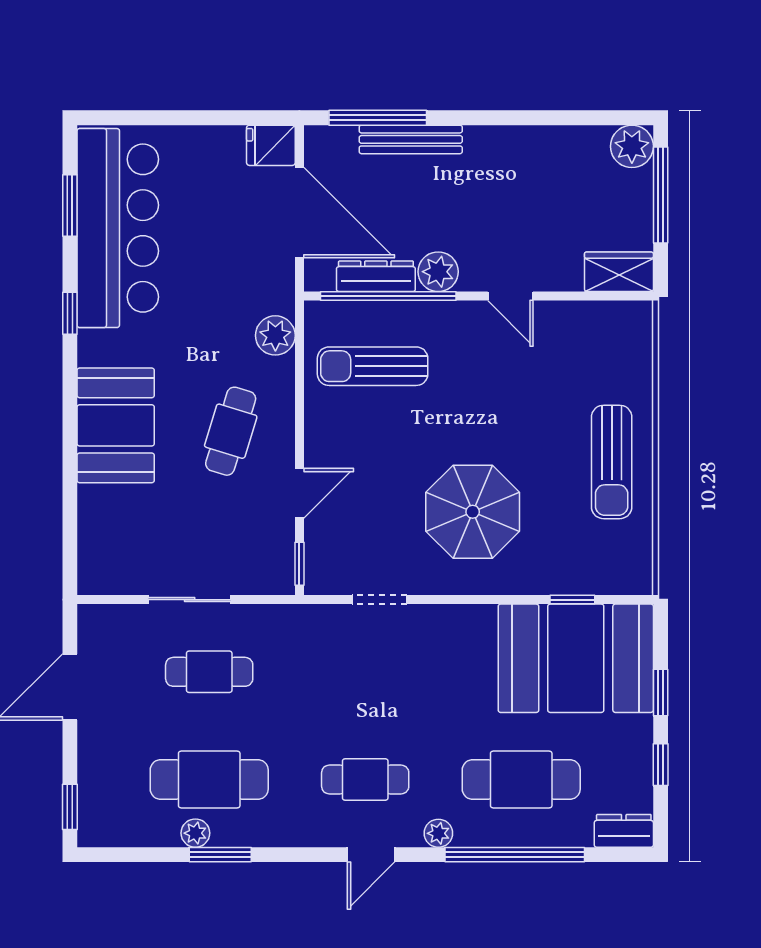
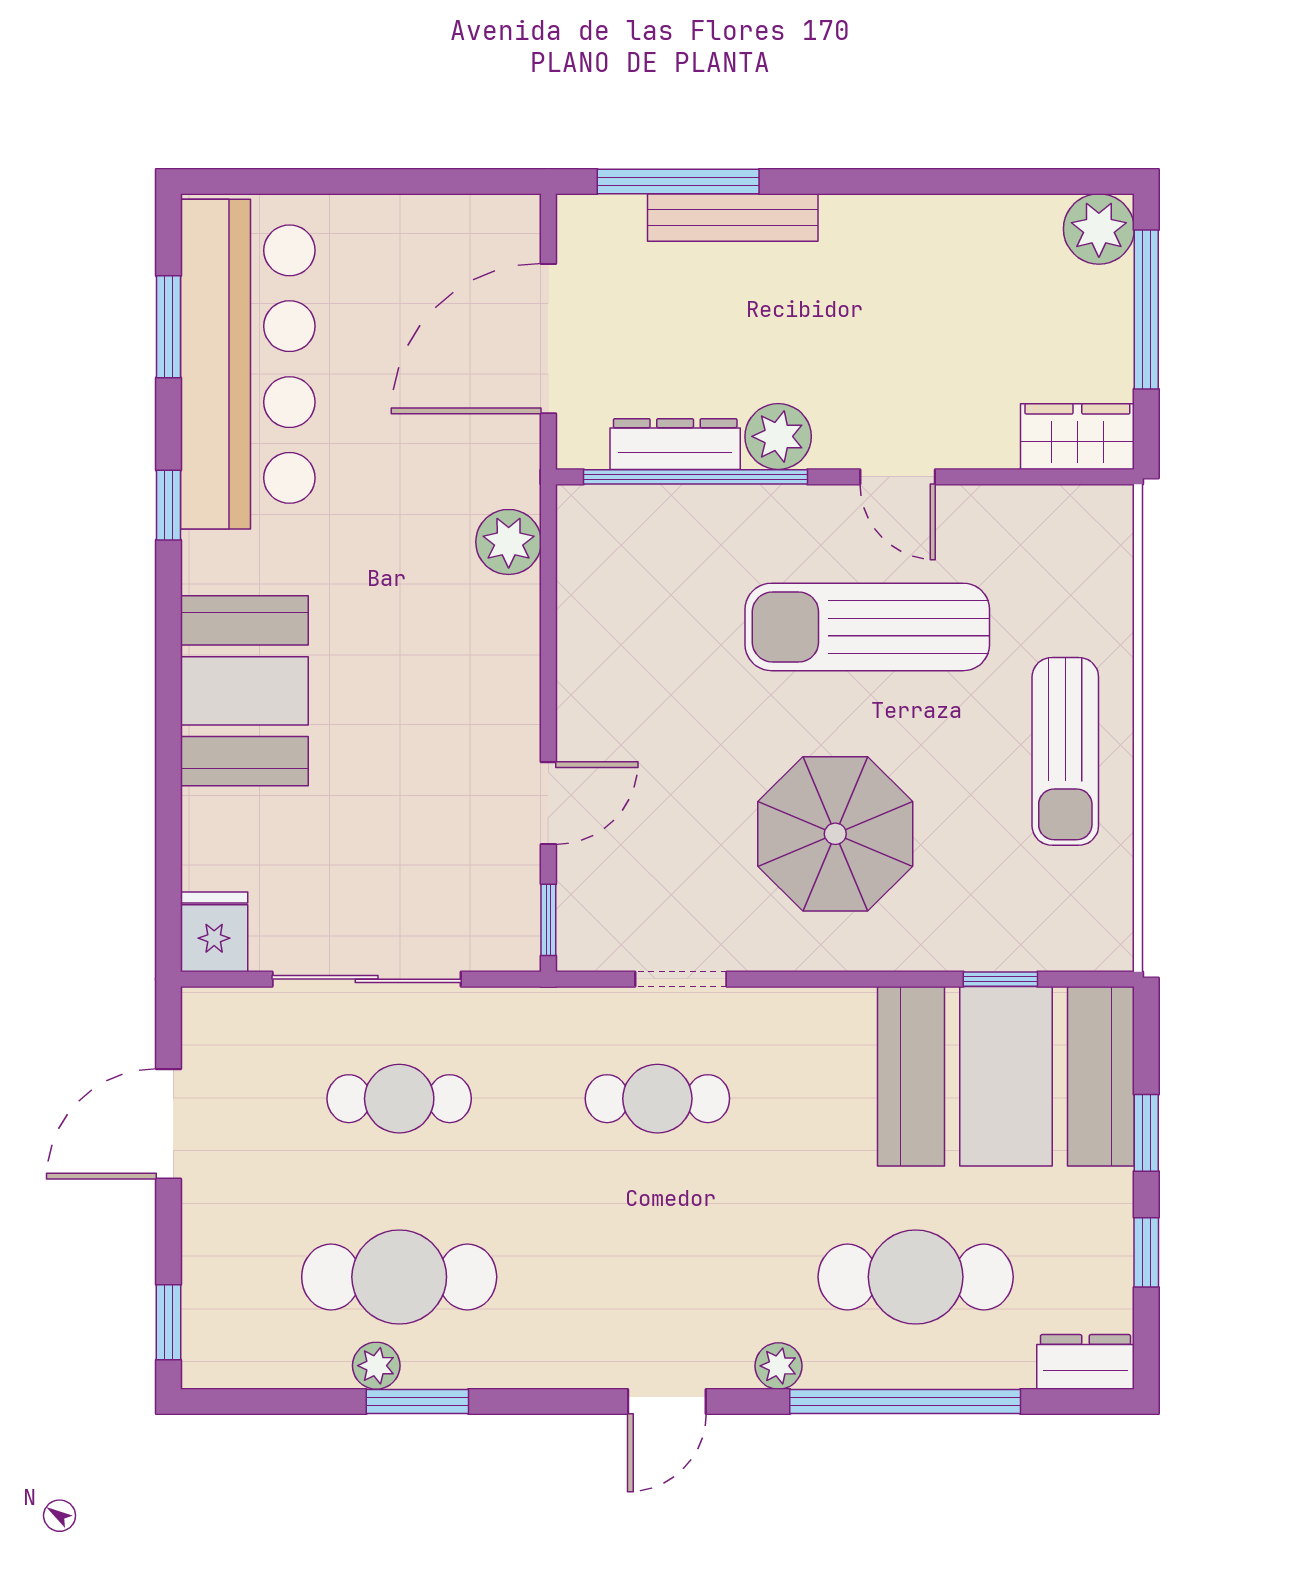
fridge: (271, 145) -> (214, 932), moved, turned 90
door: (299, 213) -> (548, 339), swing flipped
sun lounger: (373, 366) -> (867, 627), moved, width x1.36, depth x1.34
cafe table: (231, 431) -> (435, 700), removed
sliding door: (190, 600) -> (367, 979), width x1.37
cafe table: (365, 780) -> (657, 1099), moved

